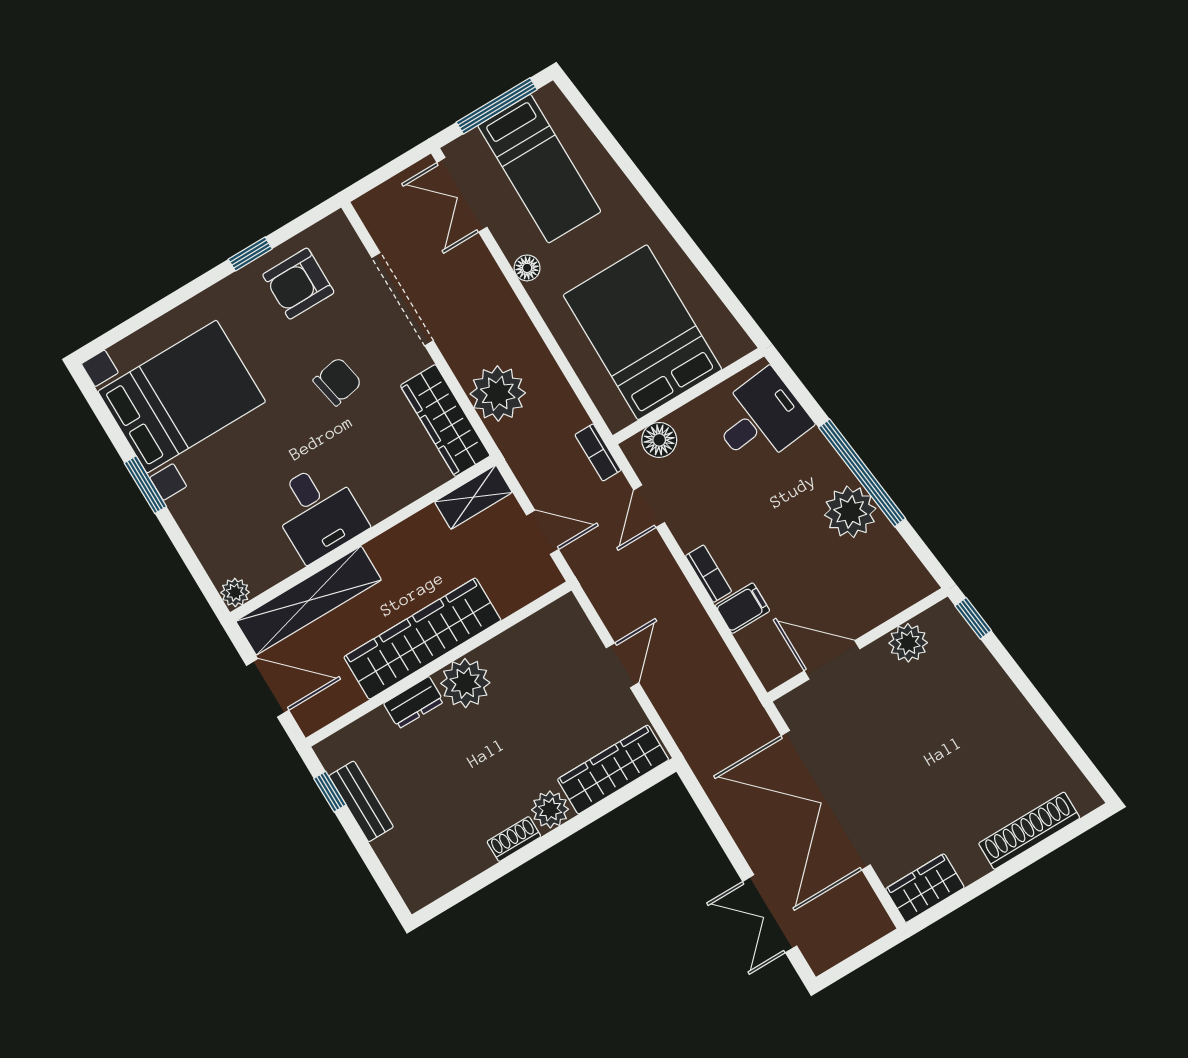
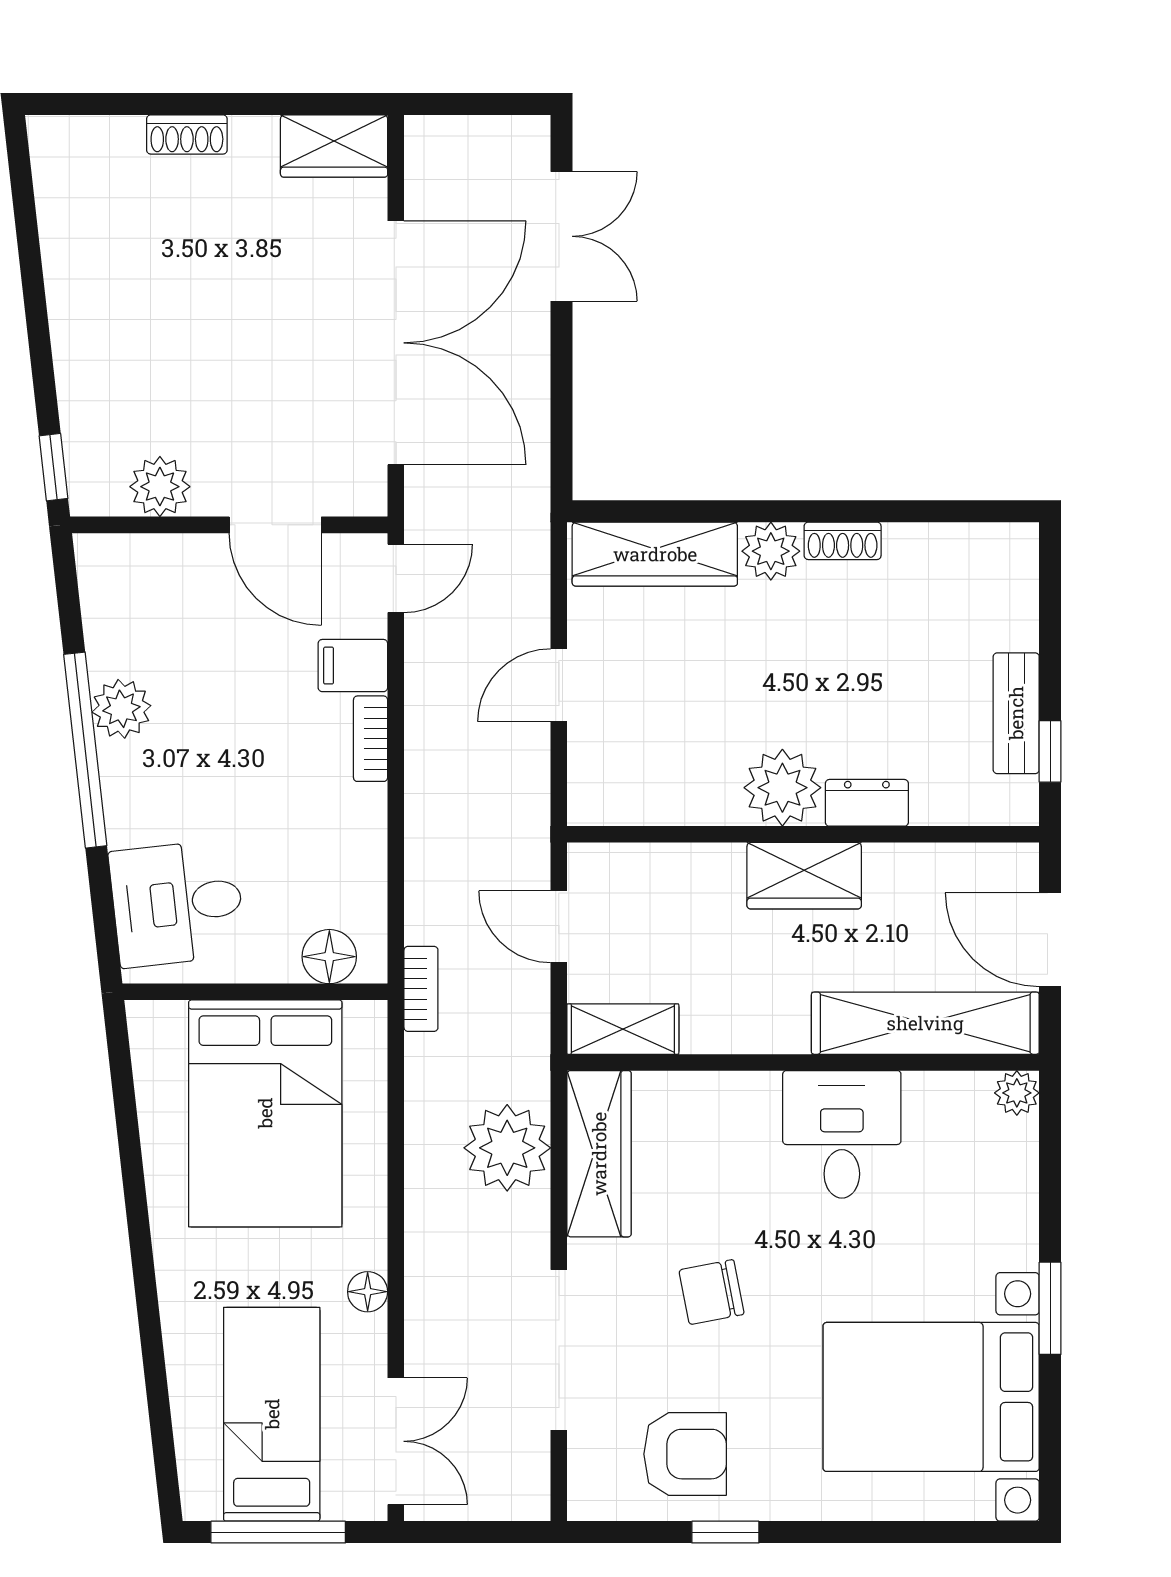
door: (649, 506) -> (396, 578), moved
plant: (850, 512) -> (121, 709), width x0.73, depth x0.73
wardrobe: (422, 639) -> (804, 876), width x0.48, depth x0.85
shoe rack: (1029, 831) -> (187, 134), width x0.51, depth x0.81

